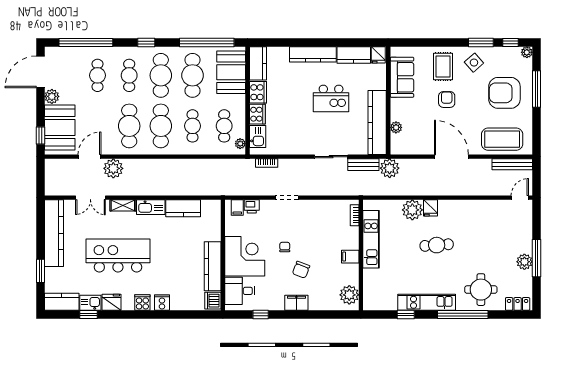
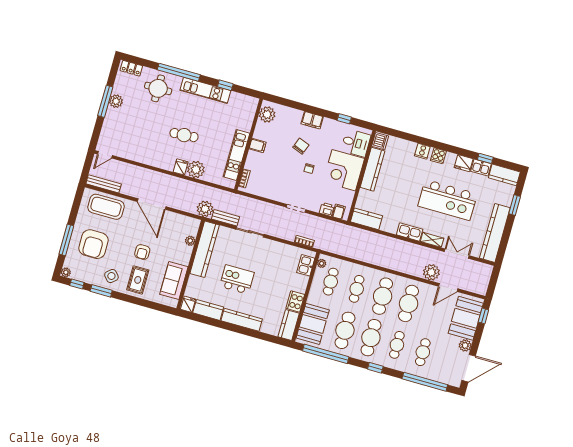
armchair: (504, 93) -> (93, 244), turned 90
cooker: (257, 114) -> (301, 284), removed
kitchen counter: (183, 208) -> (367, 219), moved

